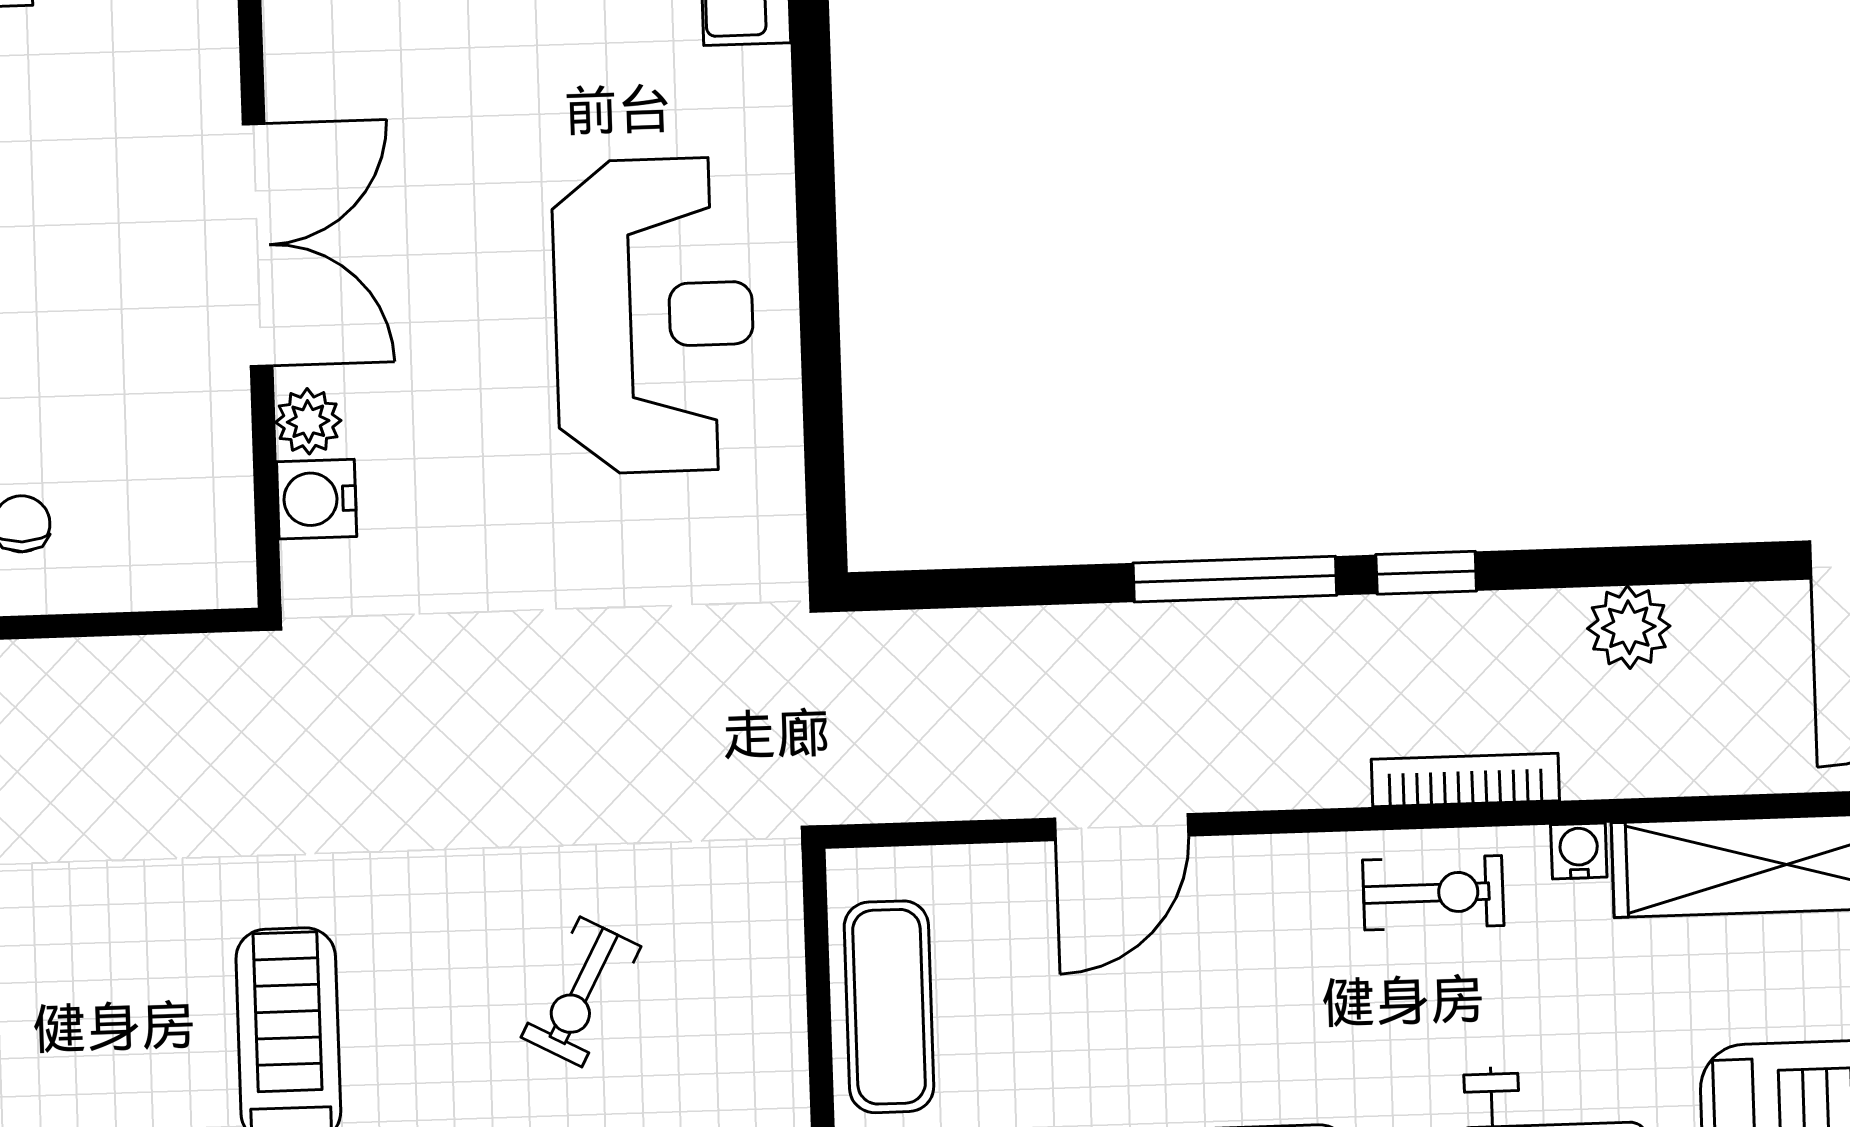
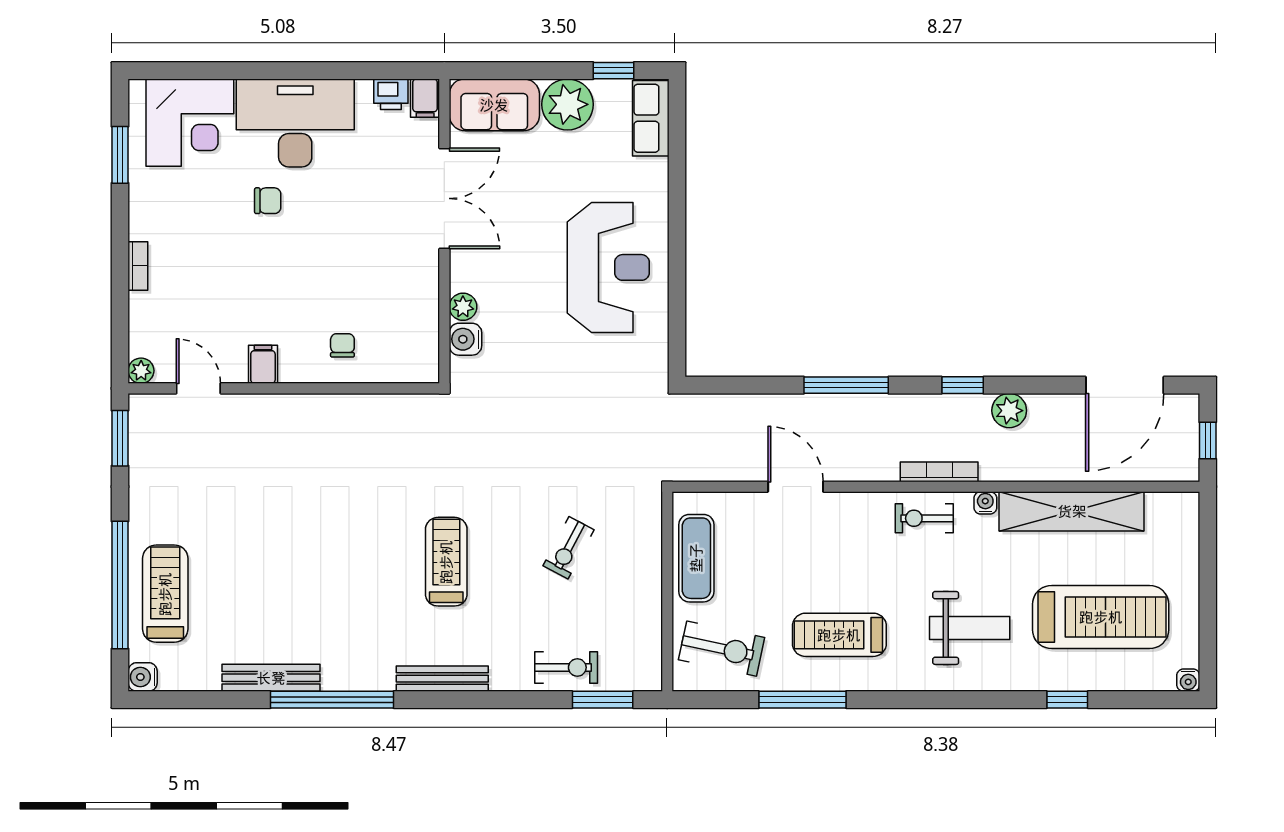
double door: (258, 245) -> (444, 198), moved
window: (1426, 573) -> (963, 385), moved
door: (1122, 827) -> (796, 487), swing flipped
exercise bike: (1433, 893) -> (924, 518), turned 180

